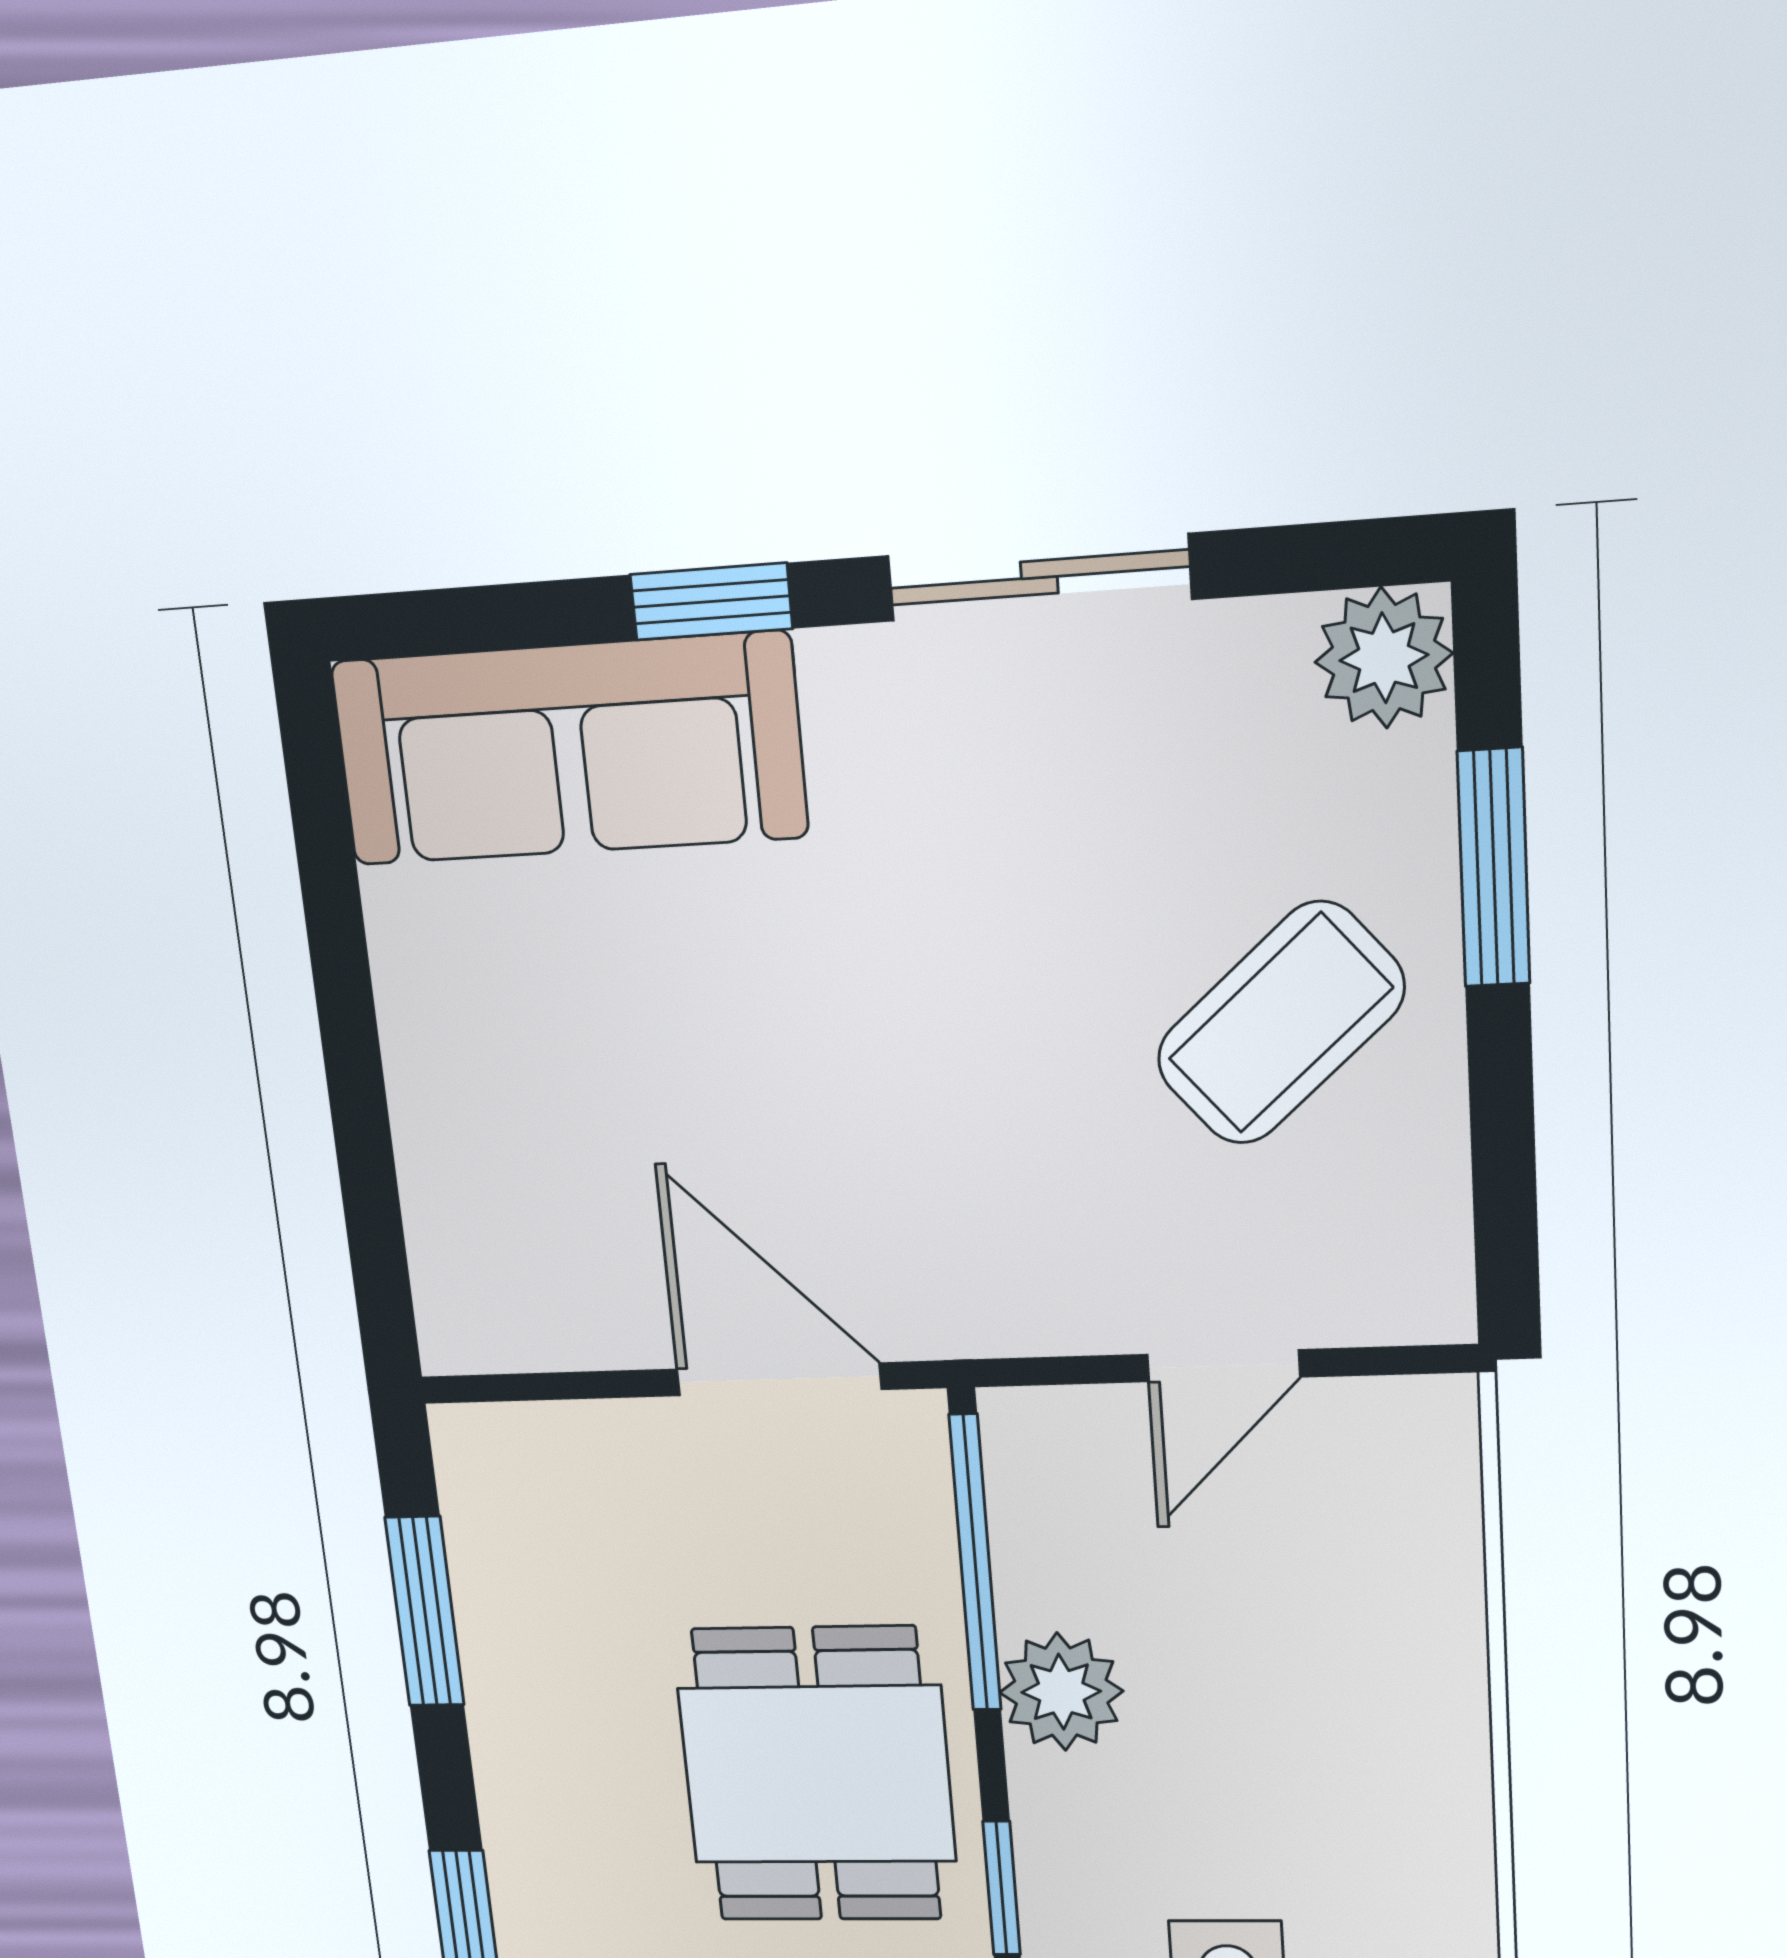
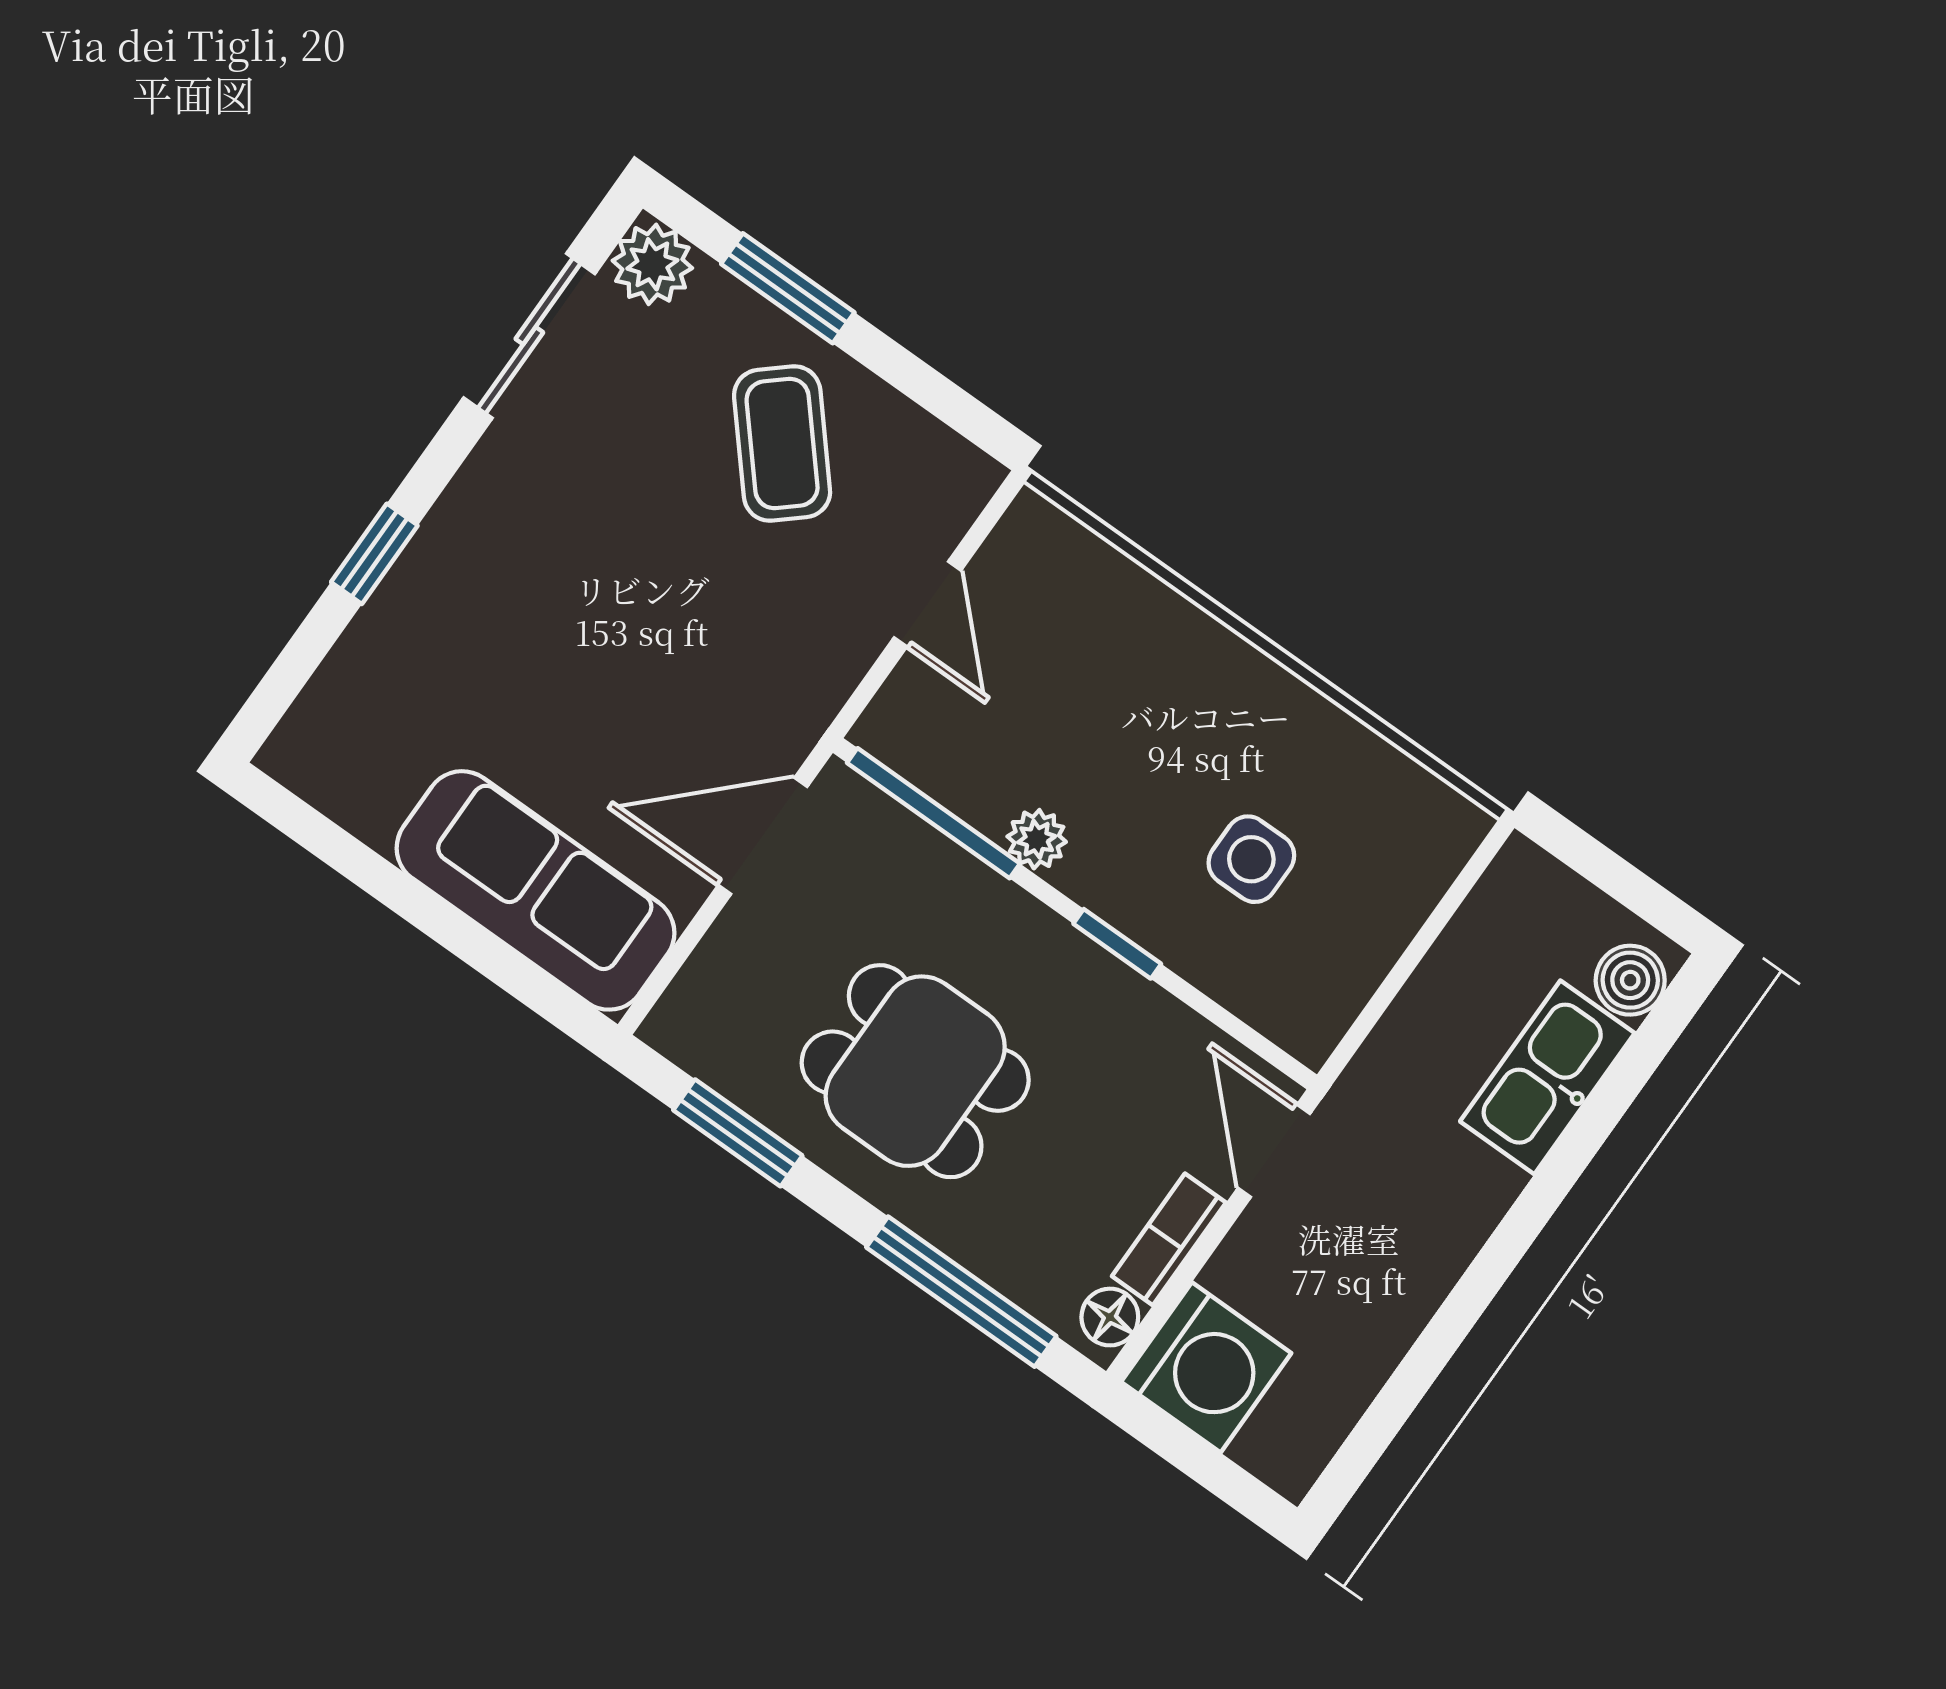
sliding door: (1039, 577) -> (529, 336), moved
sofa: (569, 749) -> (536, 890), moved, turned -90
plant: (1061, 1692) -> (1037, 839), width x0.73, depth x0.73
dining table: (817, 1775) -> (915, 1071), moved

